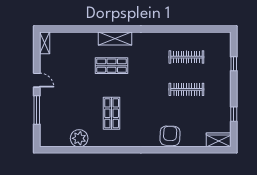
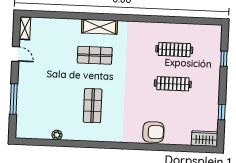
door: (37, 80) -> (16, 54), moved
armchair: (170, 136) -> (153, 132), turned 87
plant: (79, 138) -> (57, 135), width x0.53, depth x0.53

